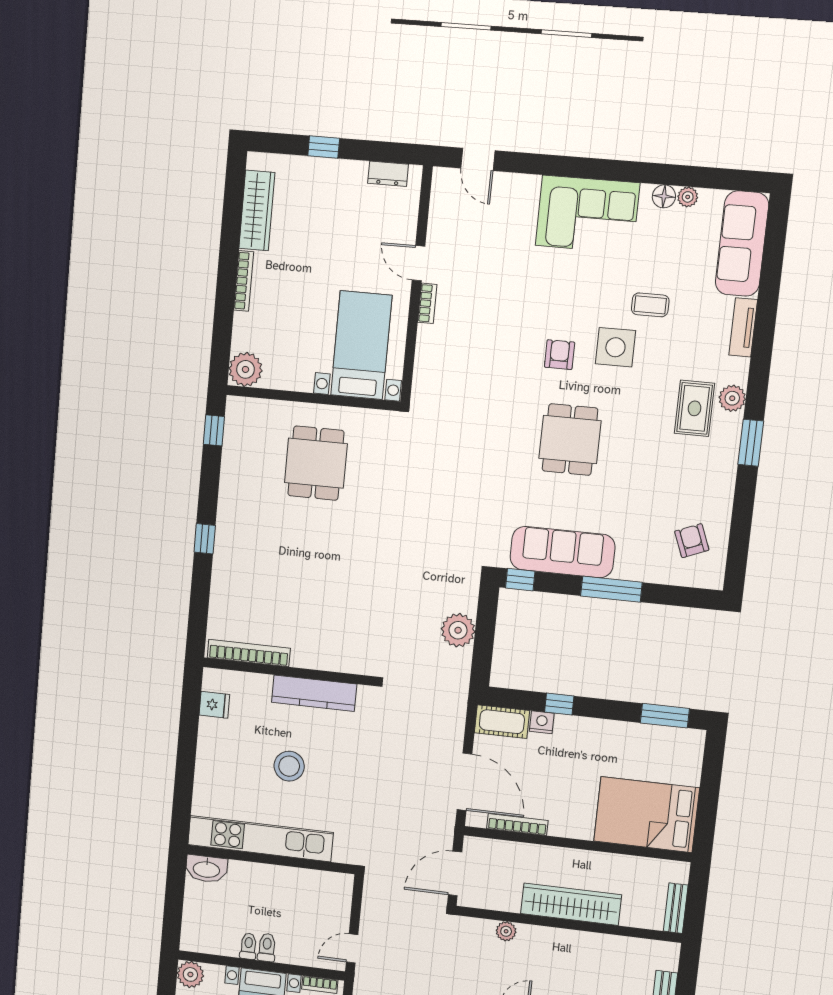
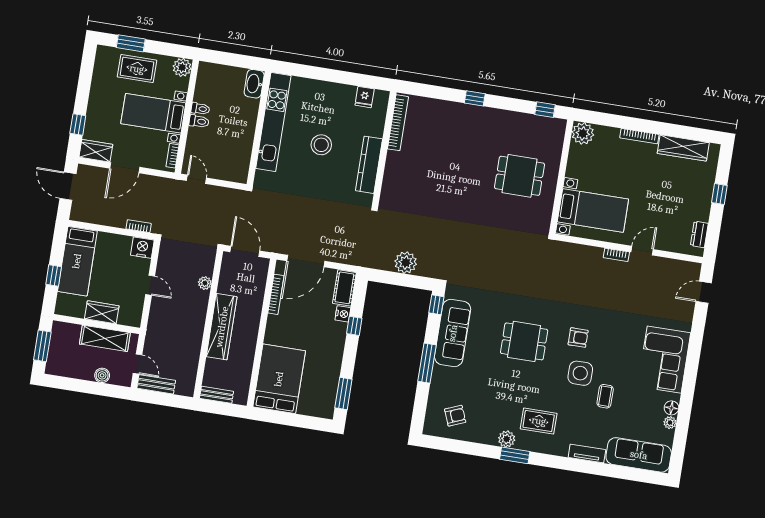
plant: (732, 398) -> (507, 439), moved

